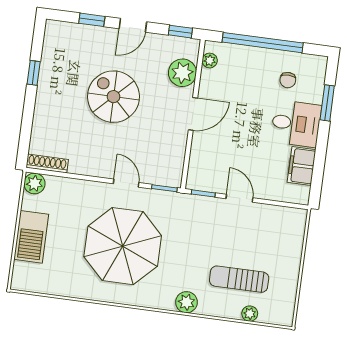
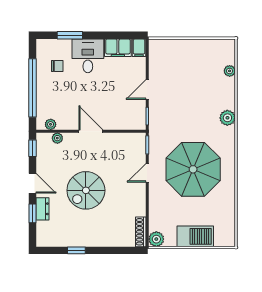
dresser: (96, 34) -> (42, 209), added
plant: (182, 73) -> (57, 138), width x0.53, depth x0.53
filing cabinet: (298, 195) -> (139, 48), added
sun lounger: (239, 279) -> (206, 82), removed

